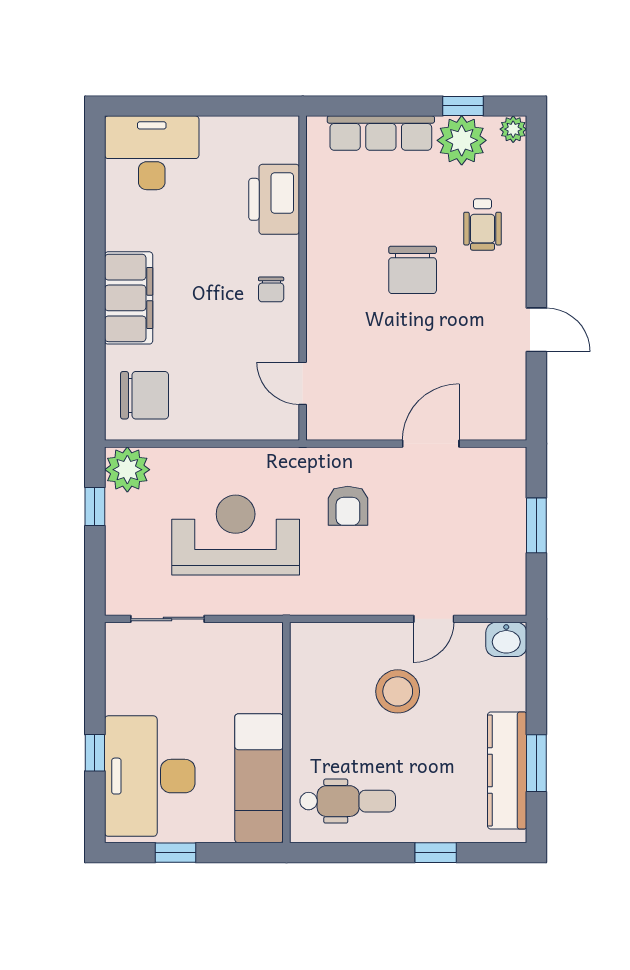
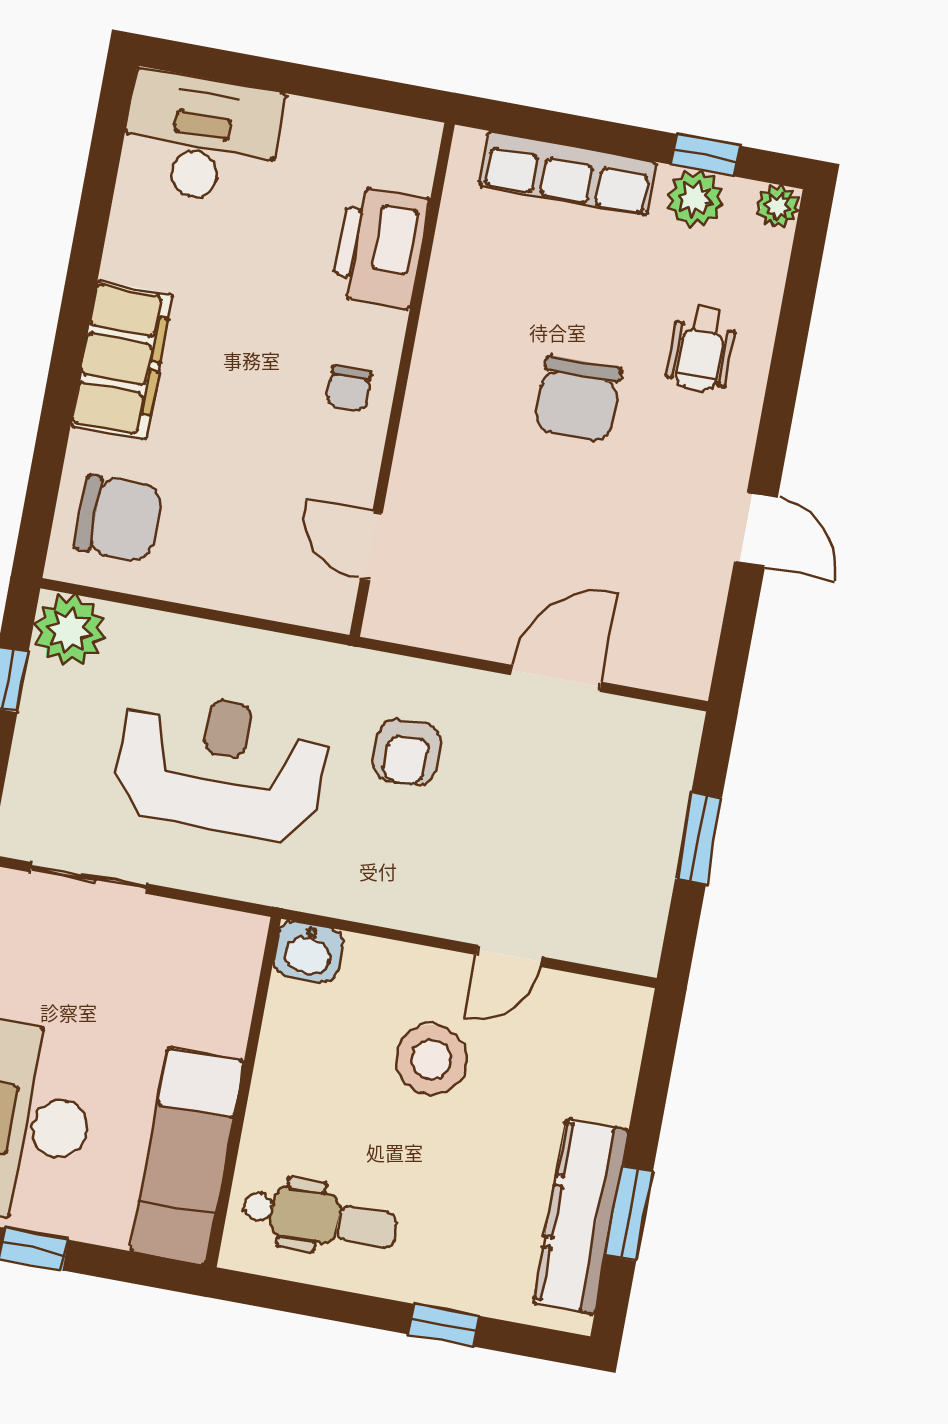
plant: (462, 140) -> (695, 199), width x0.73, depth x0.73
washbasin: (506, 639) -> (308, 952), moved

